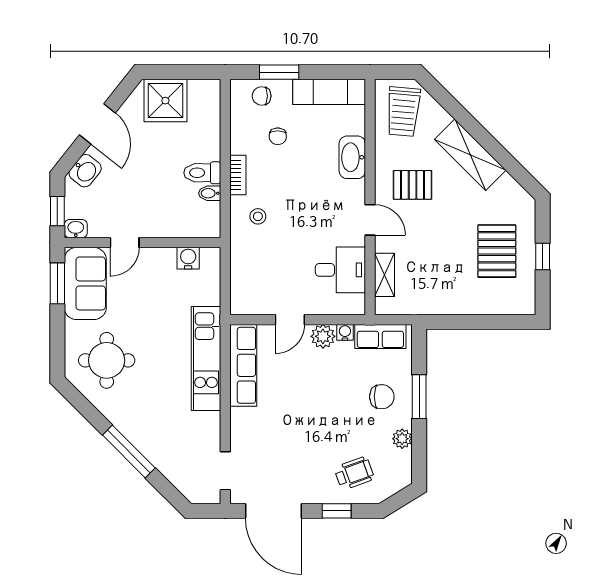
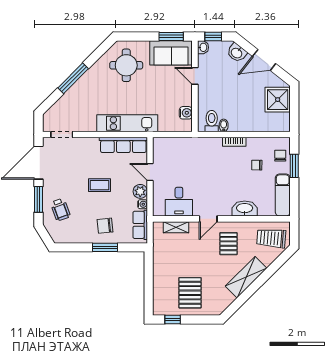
toilet: (202, 173) -> (212, 121), moved
stool: (258, 216) -> (210, 153), removed
pallet: (497, 251) -> (190, 293), turned 90
window: (543, 257) -> (173, 320), moved
chair: (382, 397) -> (105, 226), turned 84
coffee table: (312, 406) -> (100, 185), added
plant: (402, 439) -> (81, 238), removed
window: (337, 511) -> (38, 199), width x1.50

